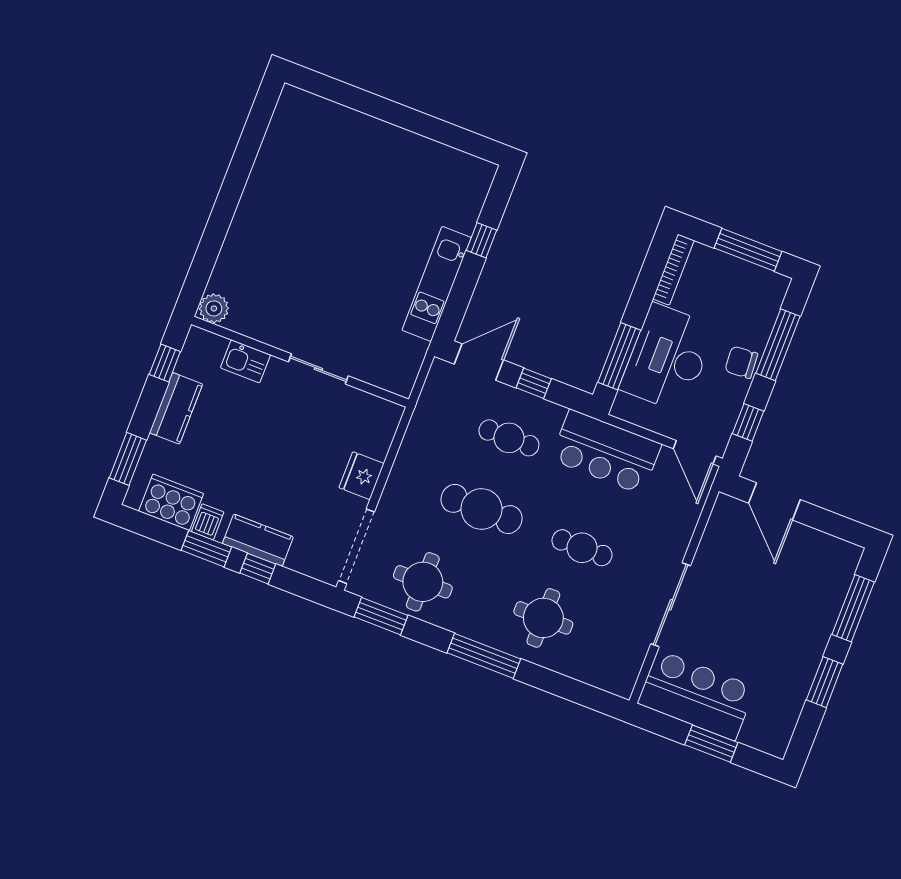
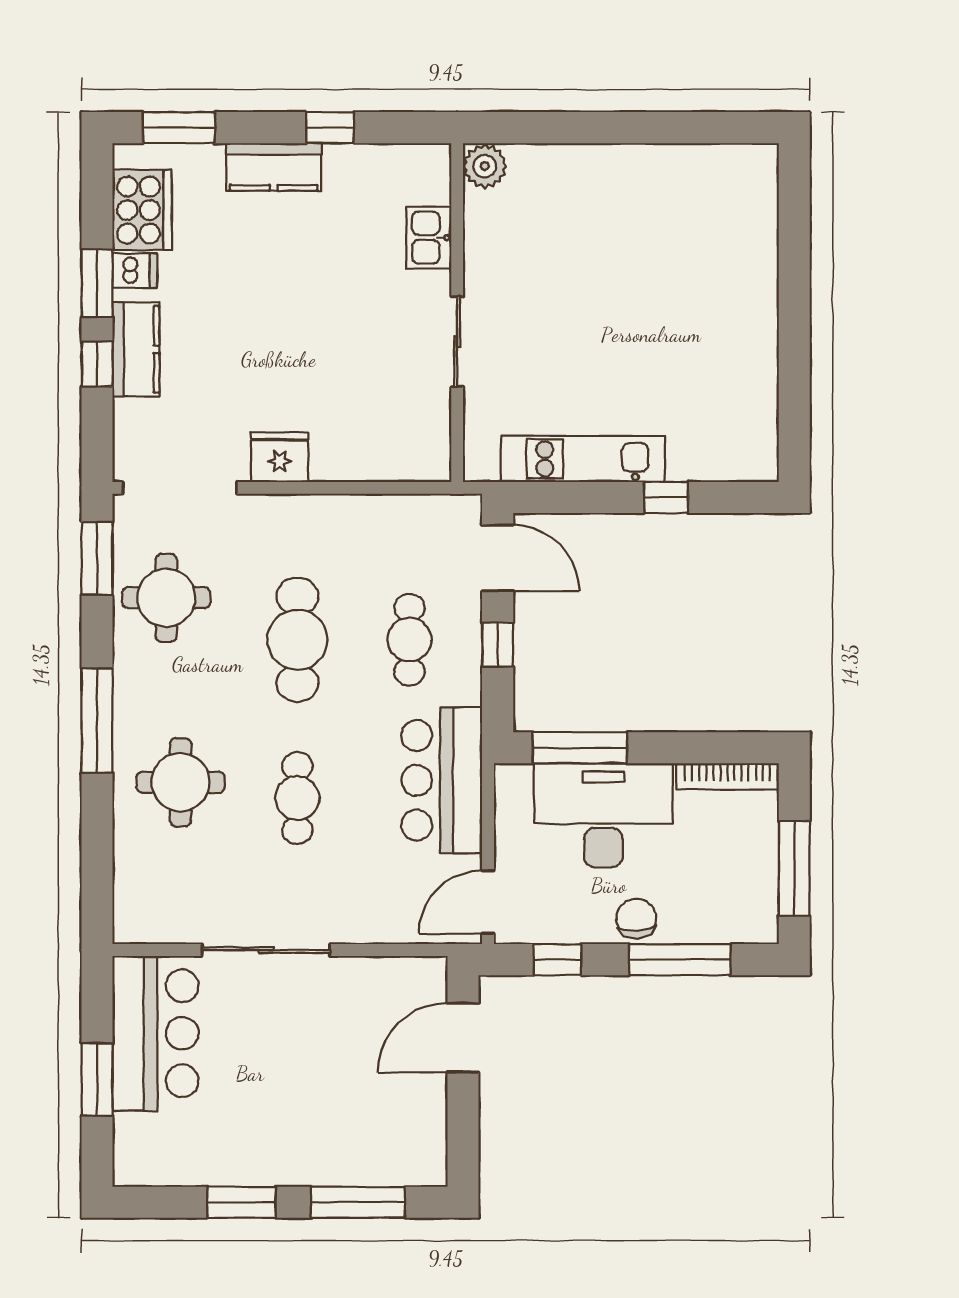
plant: (214, 308) -> (485, 166), moved
kitchen sink: (245, 361) -> (429, 238), moved
wall: (300, 362) -> (457, 313), moved
sliding door: (318, 369) -> (457, 342), moved

